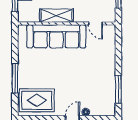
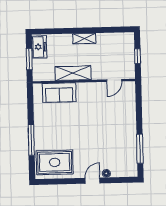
door: (95, 24) -> (114, 80), hinge flipped
sofa: (56, 36) -> (59, 93), width x0.54, depth x0.79

